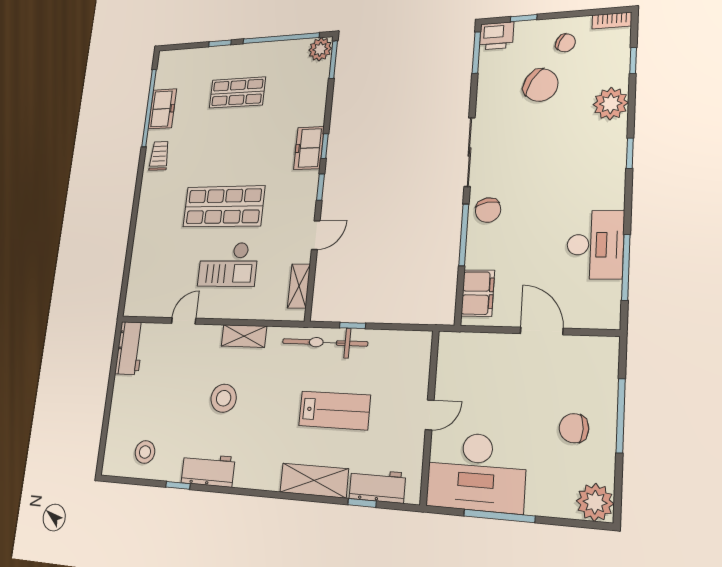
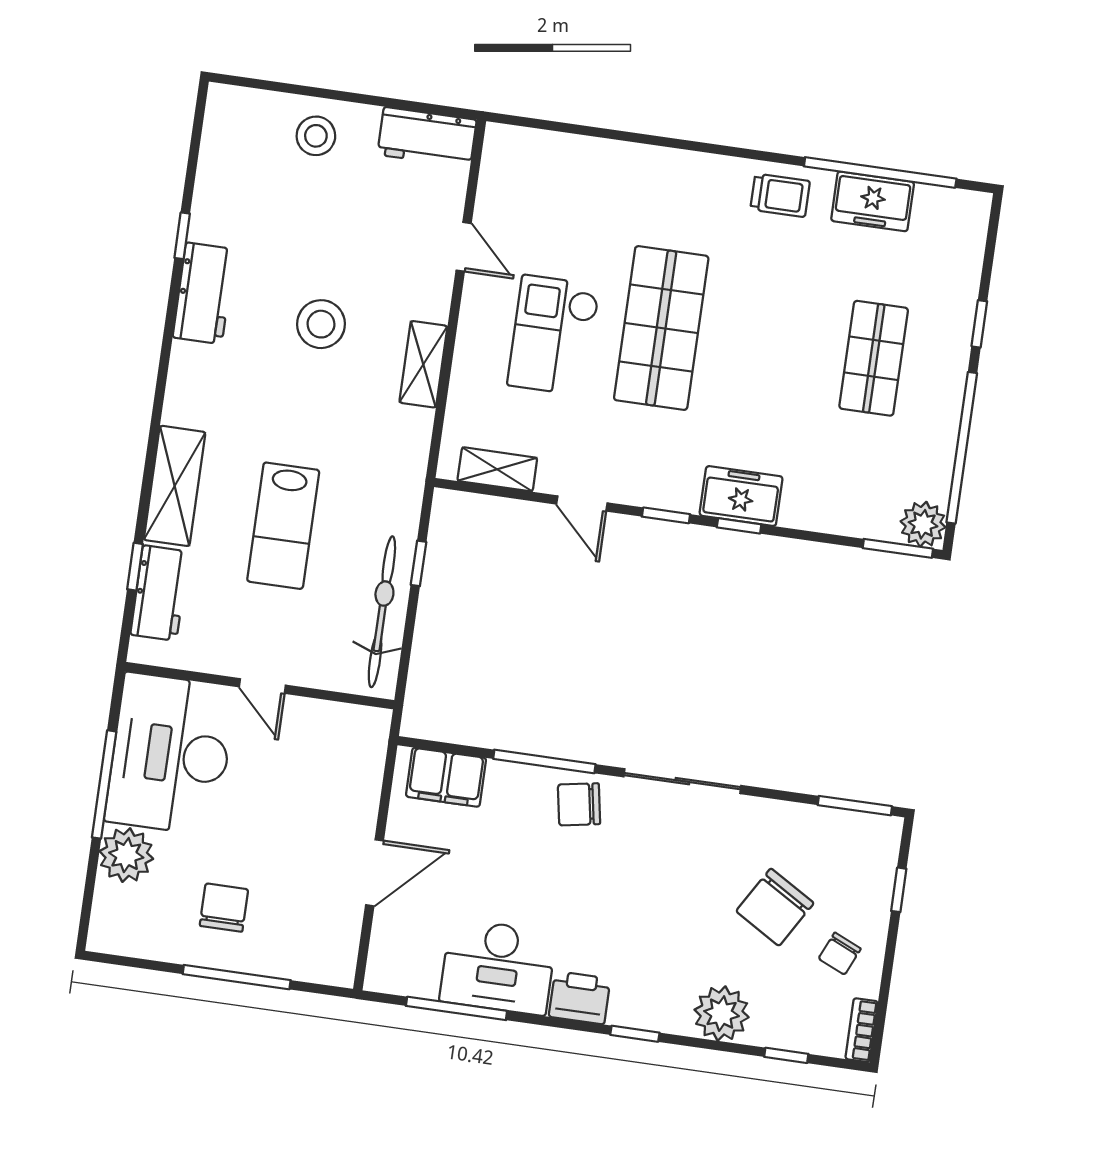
printer: (496, 36) -> (580, 998), moved, turned 90
bicycle: (325, 342) -> (382, 612), moved
stool: (145, 452) -> (316, 136), moved
plant: (595, 502) -> (126, 855), moved

